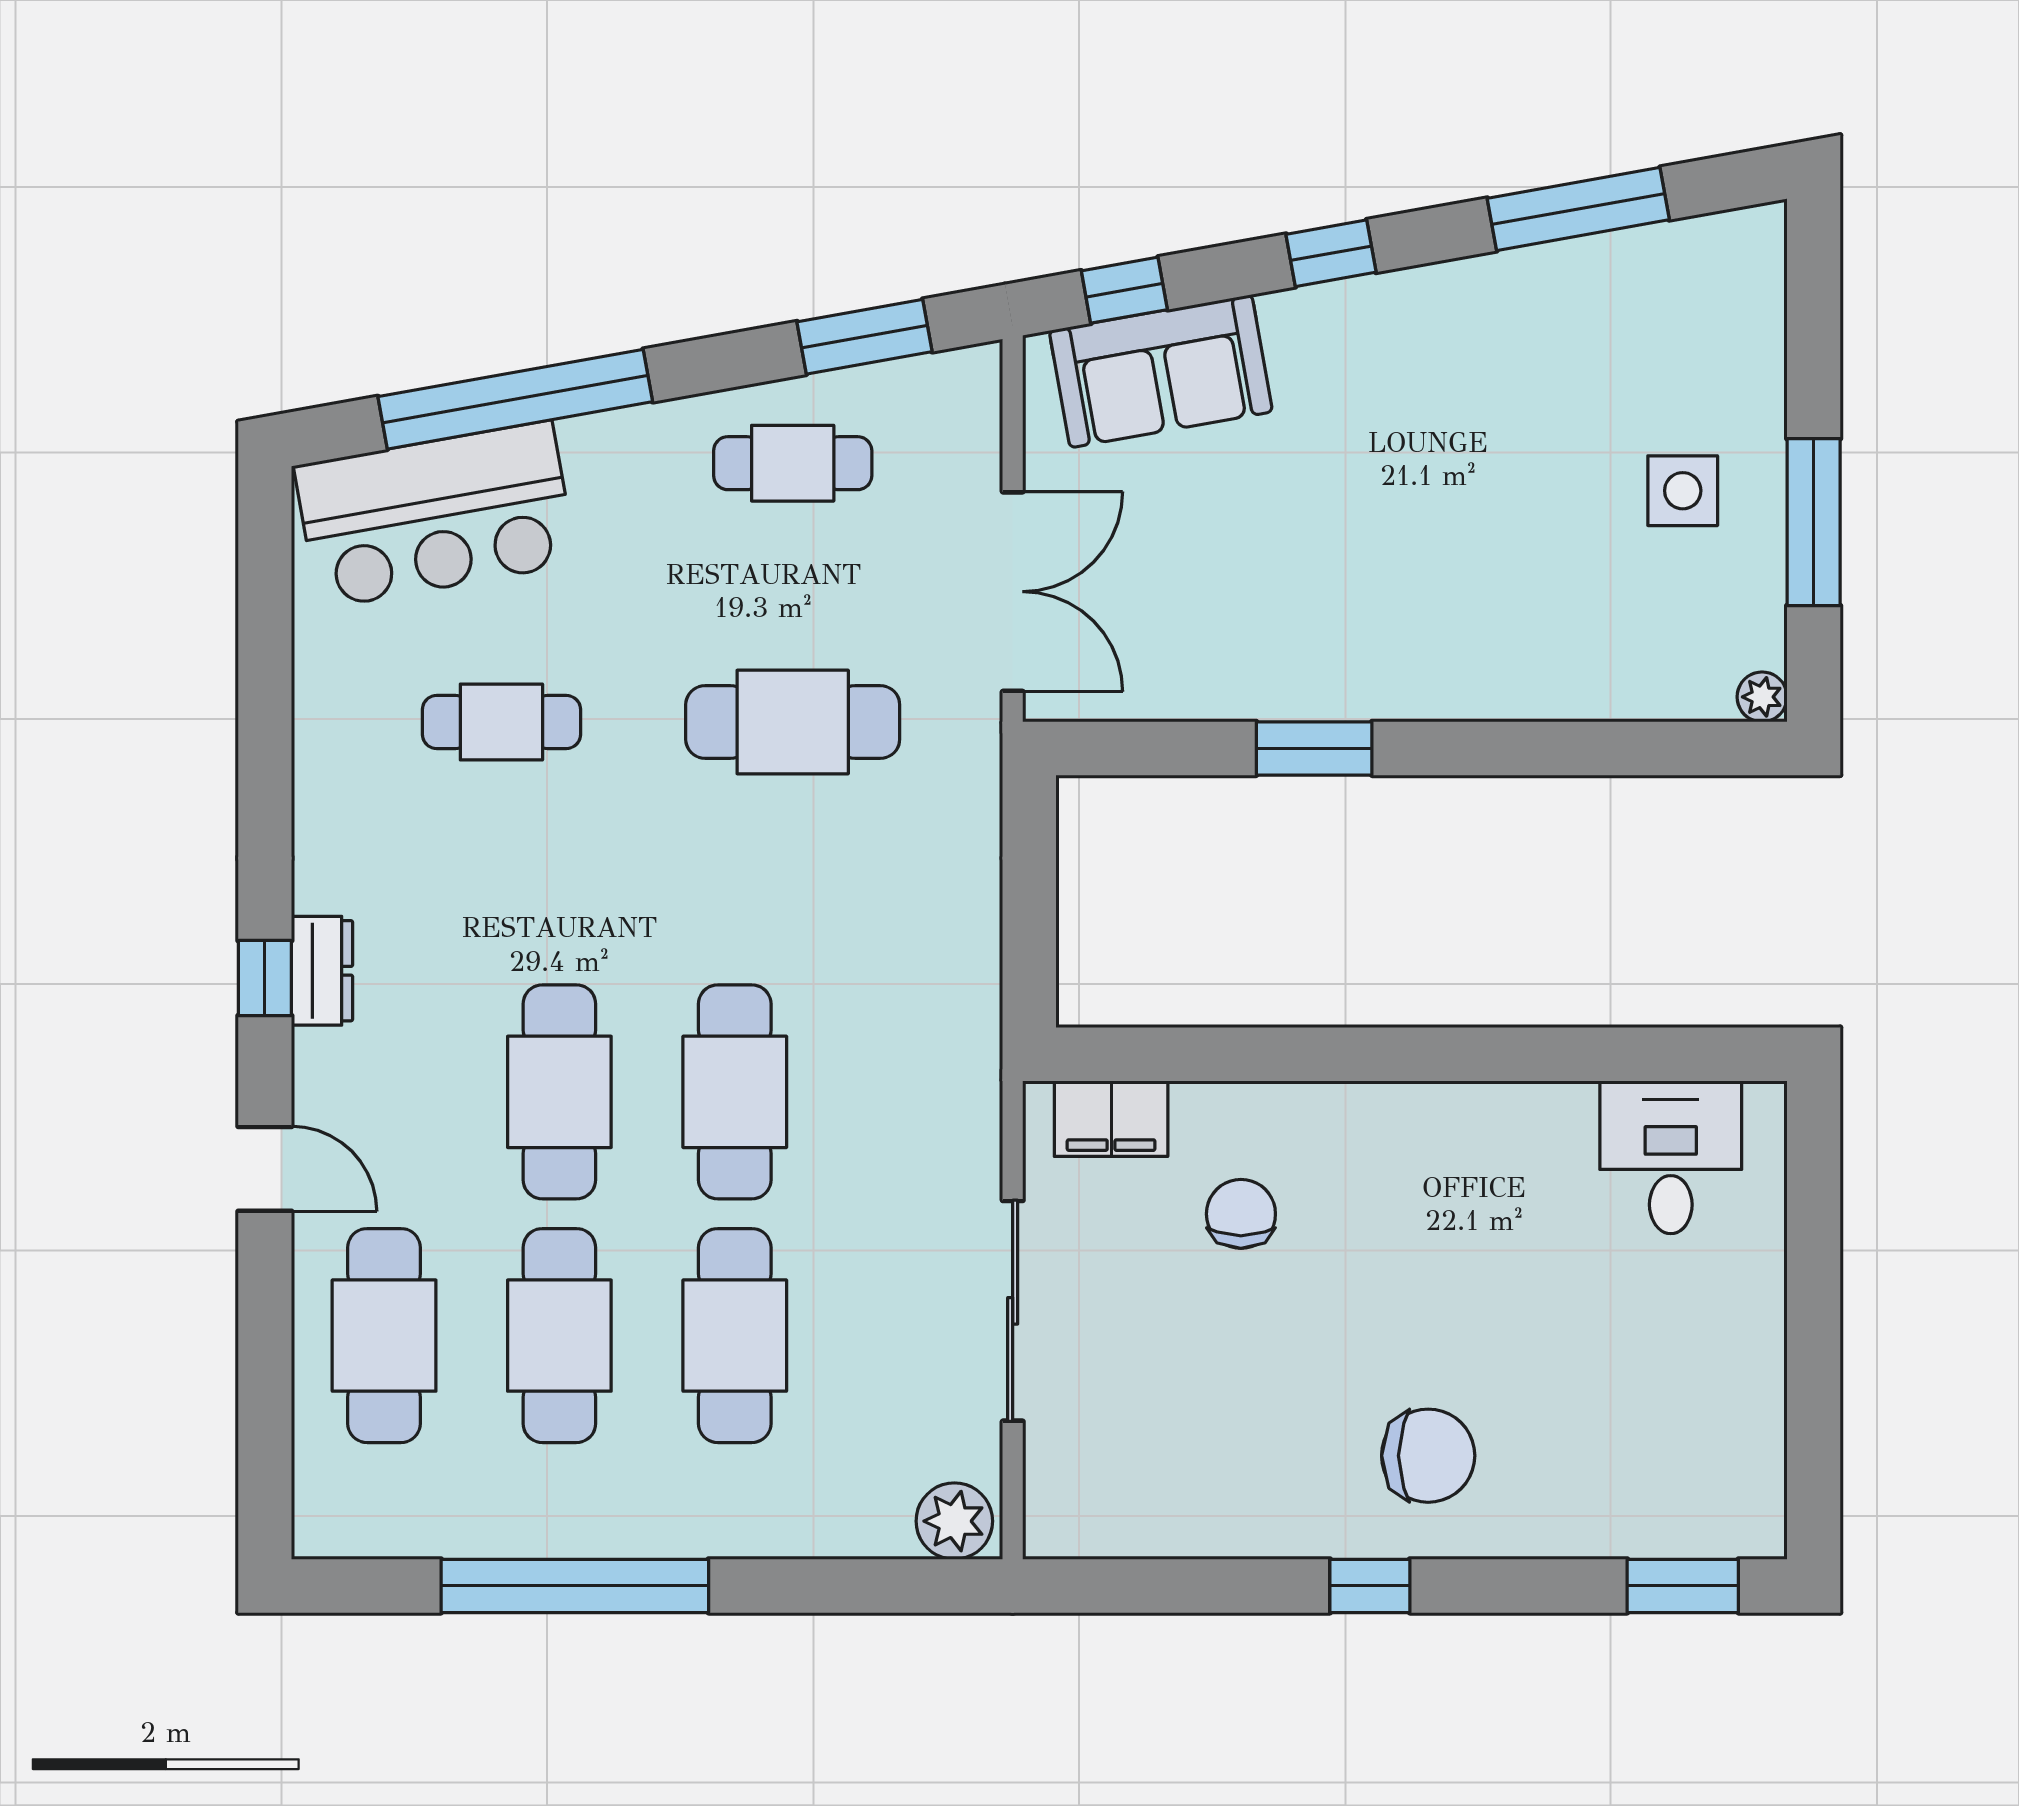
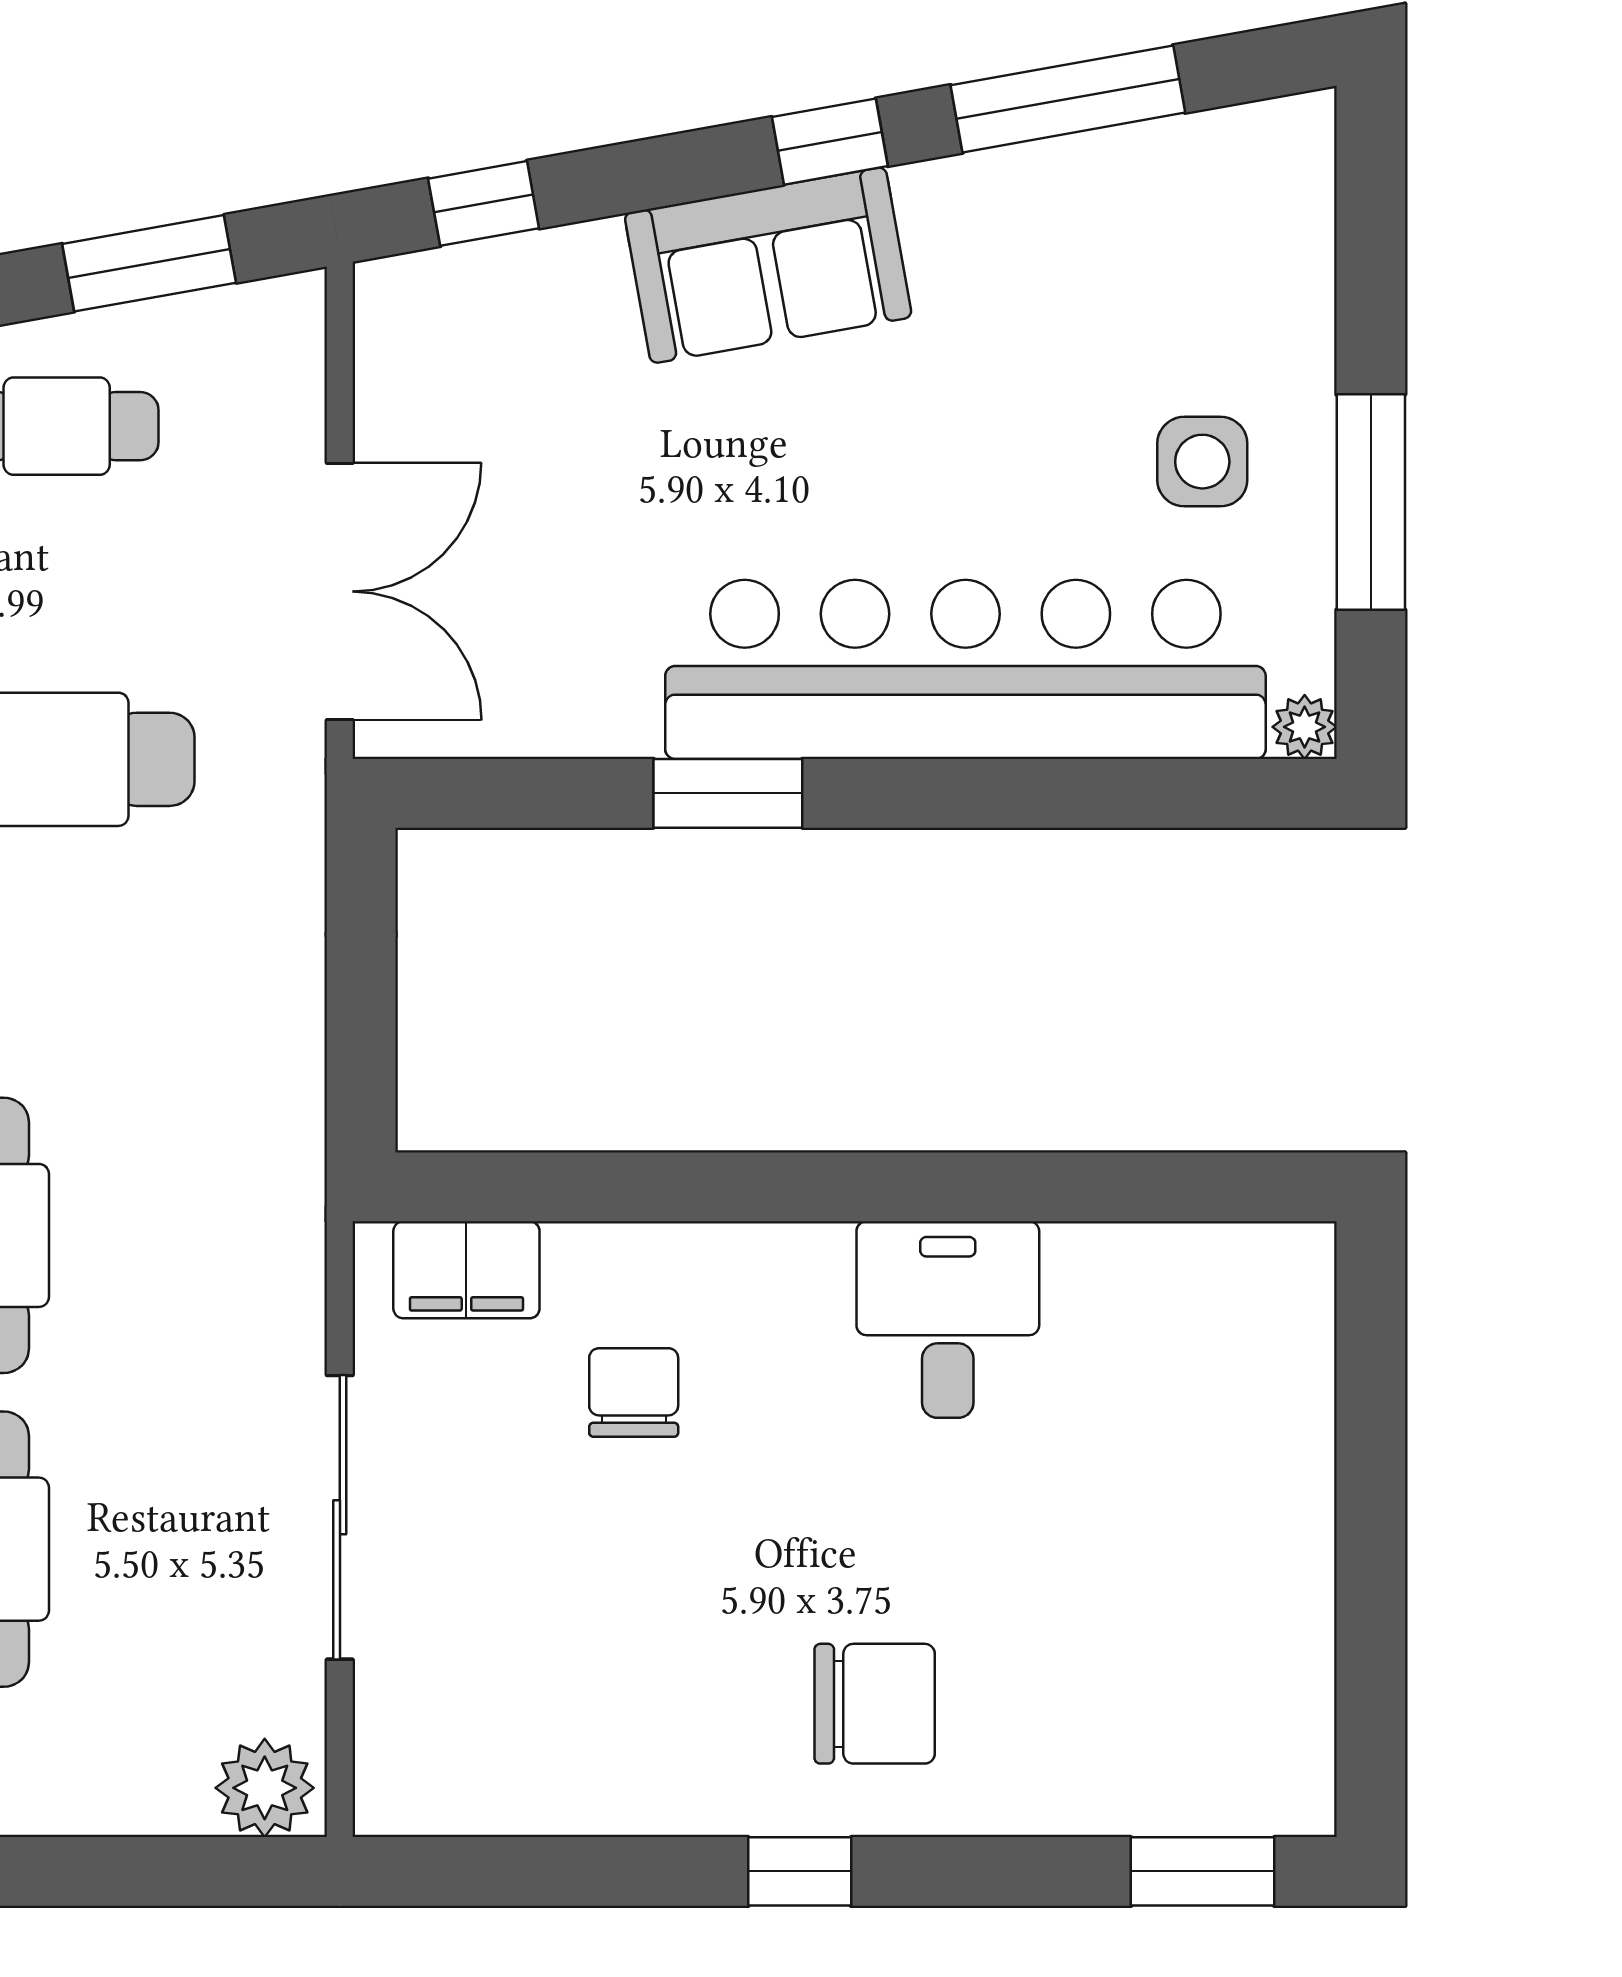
window: (1331, 253) -> (830, 142), moved
sofa: (1161, 371) -> (768, 265), moved
bar counter: (1499, 652) -> (965, 669), added
desk: (1671, 1157) -> (948, 1320), moved

